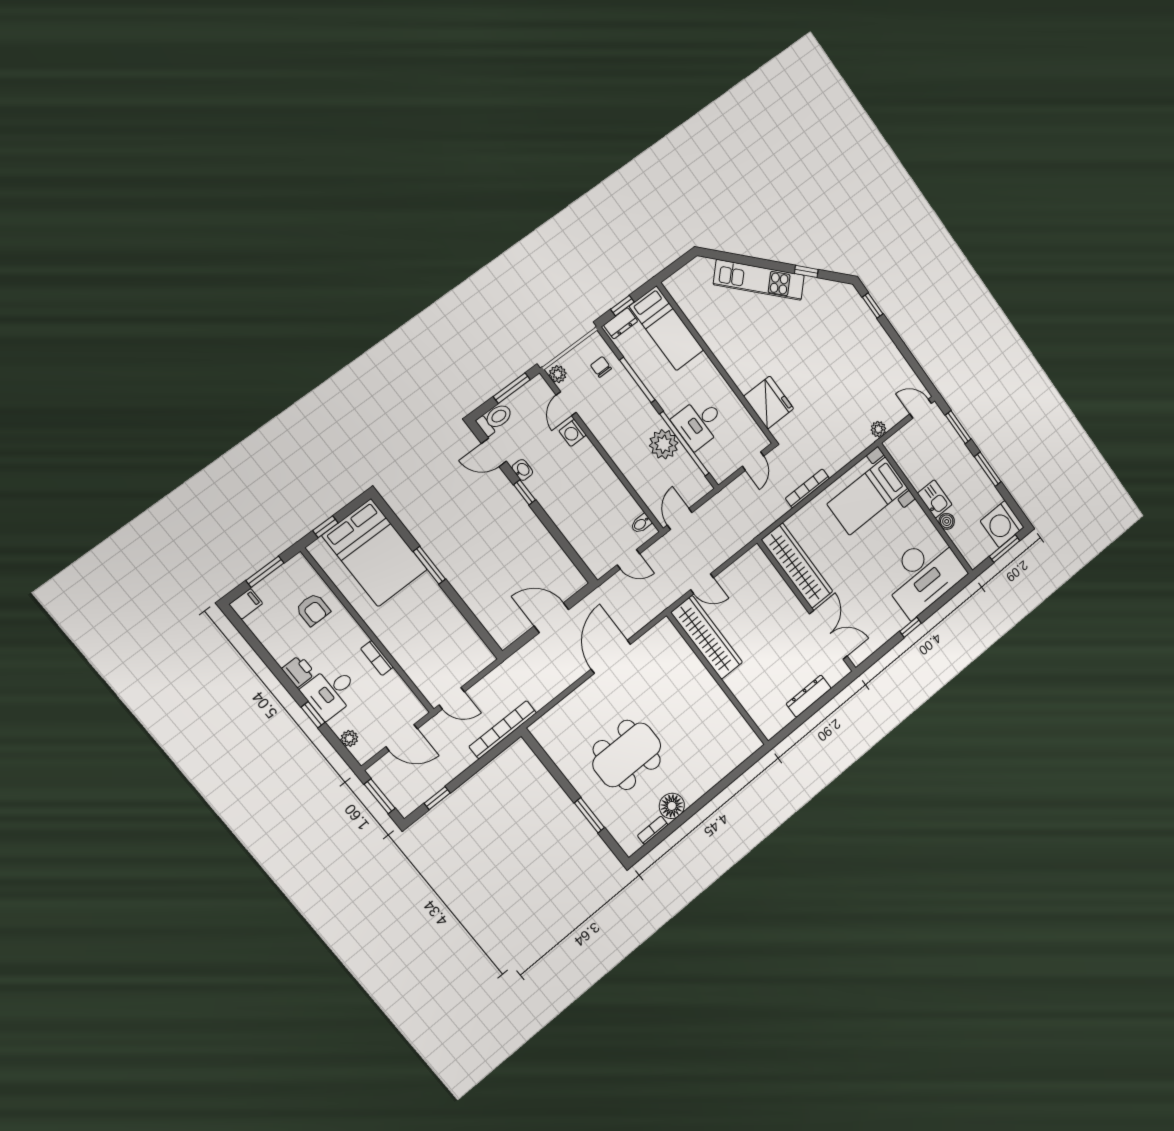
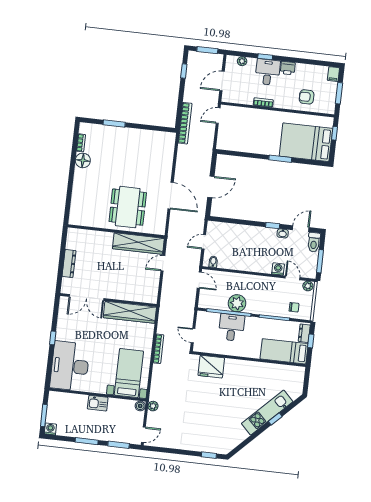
window: (806, 271) -> (275, 419), moved
boiler: (947, 521) -> (140, 406), moved
washing machine: (1002, 524) -> (50, 429), width x0.53, depth x0.53
dining table: (627, 755) -> (128, 207), moved

